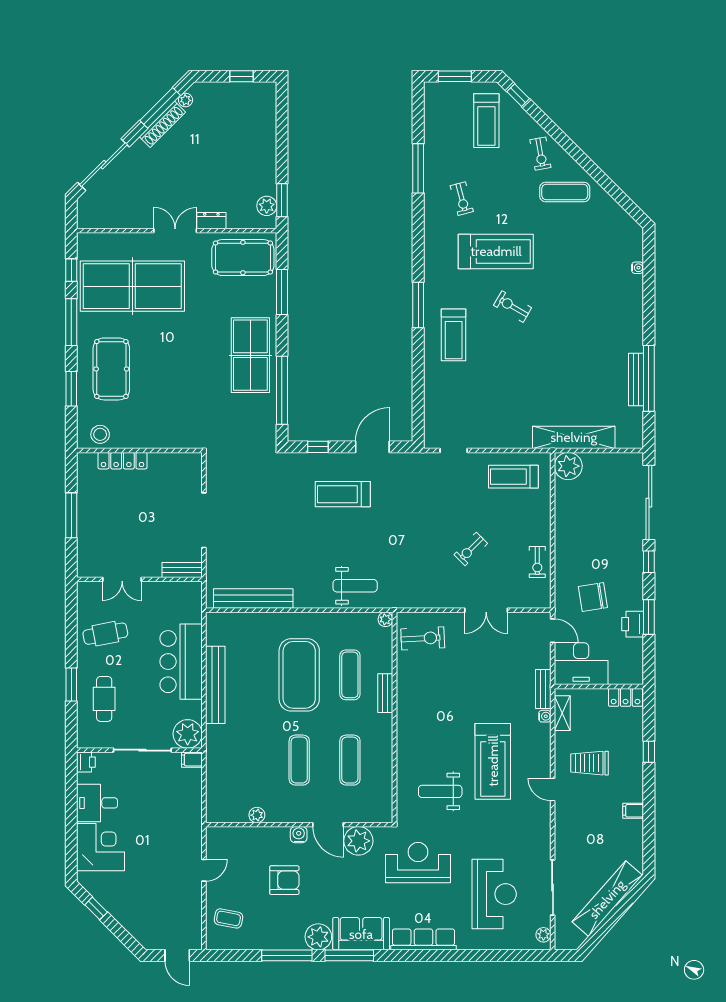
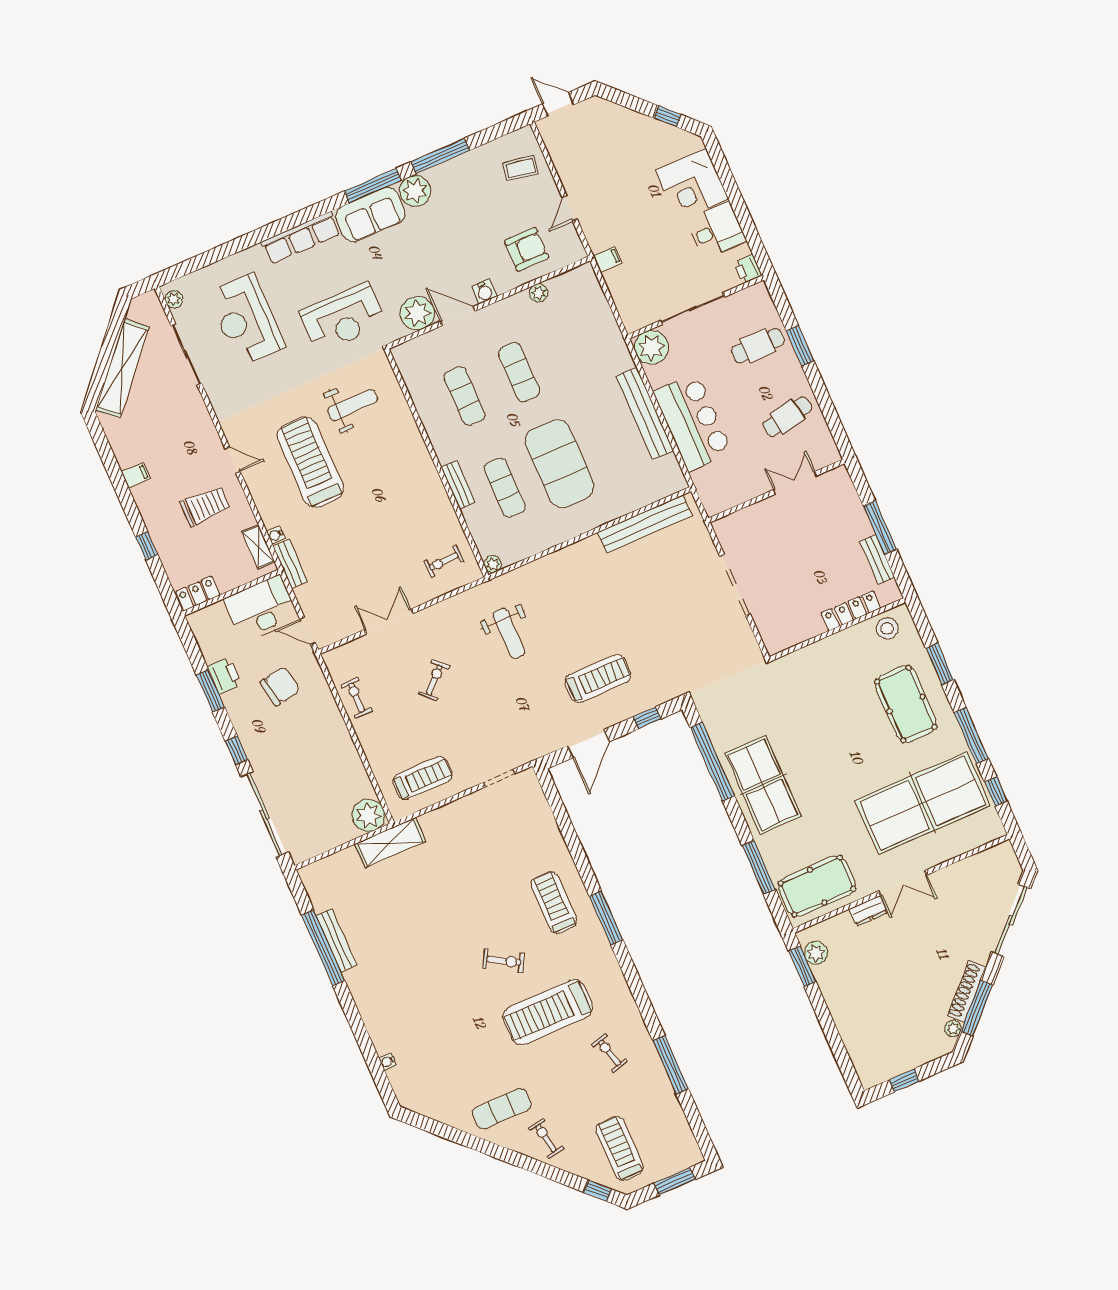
shelving: (574, 437) -> (390, 843), width x0.68
bench: (182, 570) -> (877, 560), moved, turned 90
weight bench: (355, 586) -> (509, 633), moved, turned -90
exercise bike: (423, 638) -> (444, 561), width x0.73, depth x0.72
cafe table: (104, 699) -> (758, 346), turned 90
filing cabinet: (192, 760) -> (607, 259), moved
armchair: (284, 880) -> (527, 249), moved, turned 180

